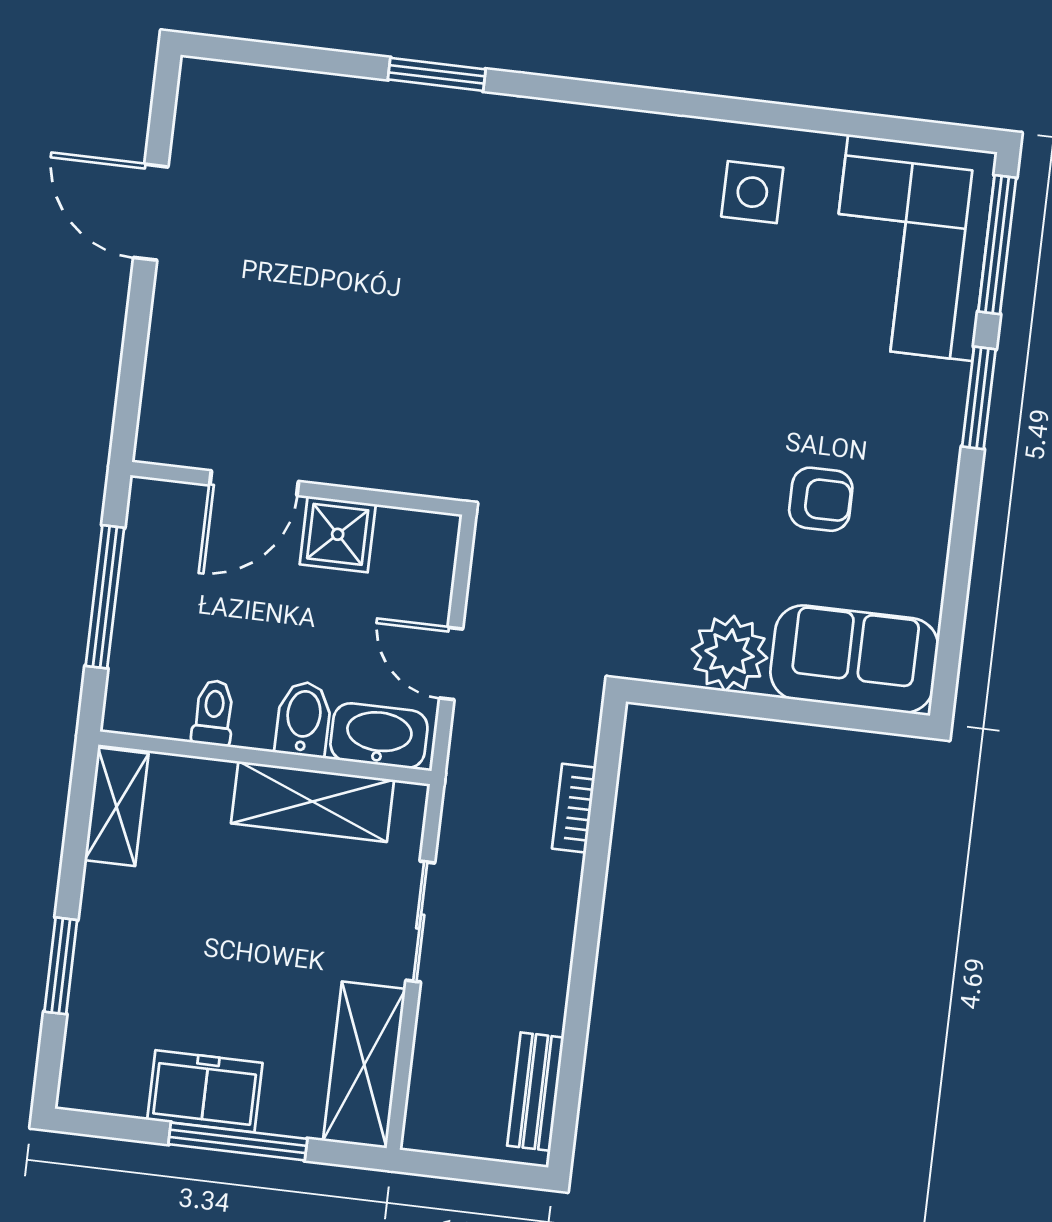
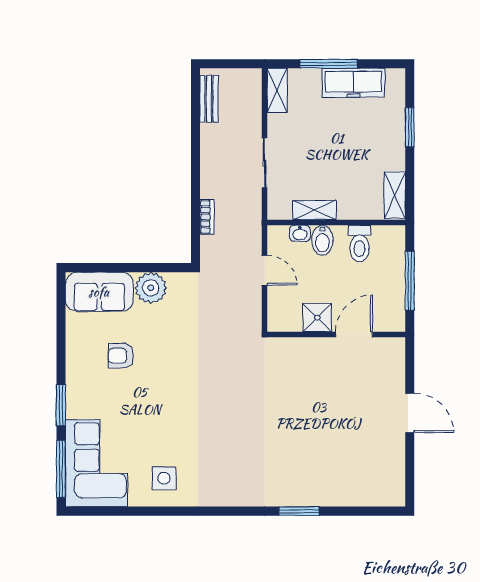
door: (151, 212) -> (410, 413), moved
toilet: (214, 713) -> (360, 243), width x1.37, depth x1.39
washbasin: (379, 736) -> (300, 233), width x0.52, depth x0.69
shelving: (313, 802) -> (315, 210), width x0.67, depth x0.75
shelving: (364, 1065) -> (277, 90), width x0.67, depth x0.75
freezer: (205, 1091) -> (353, 83), width x1.40

